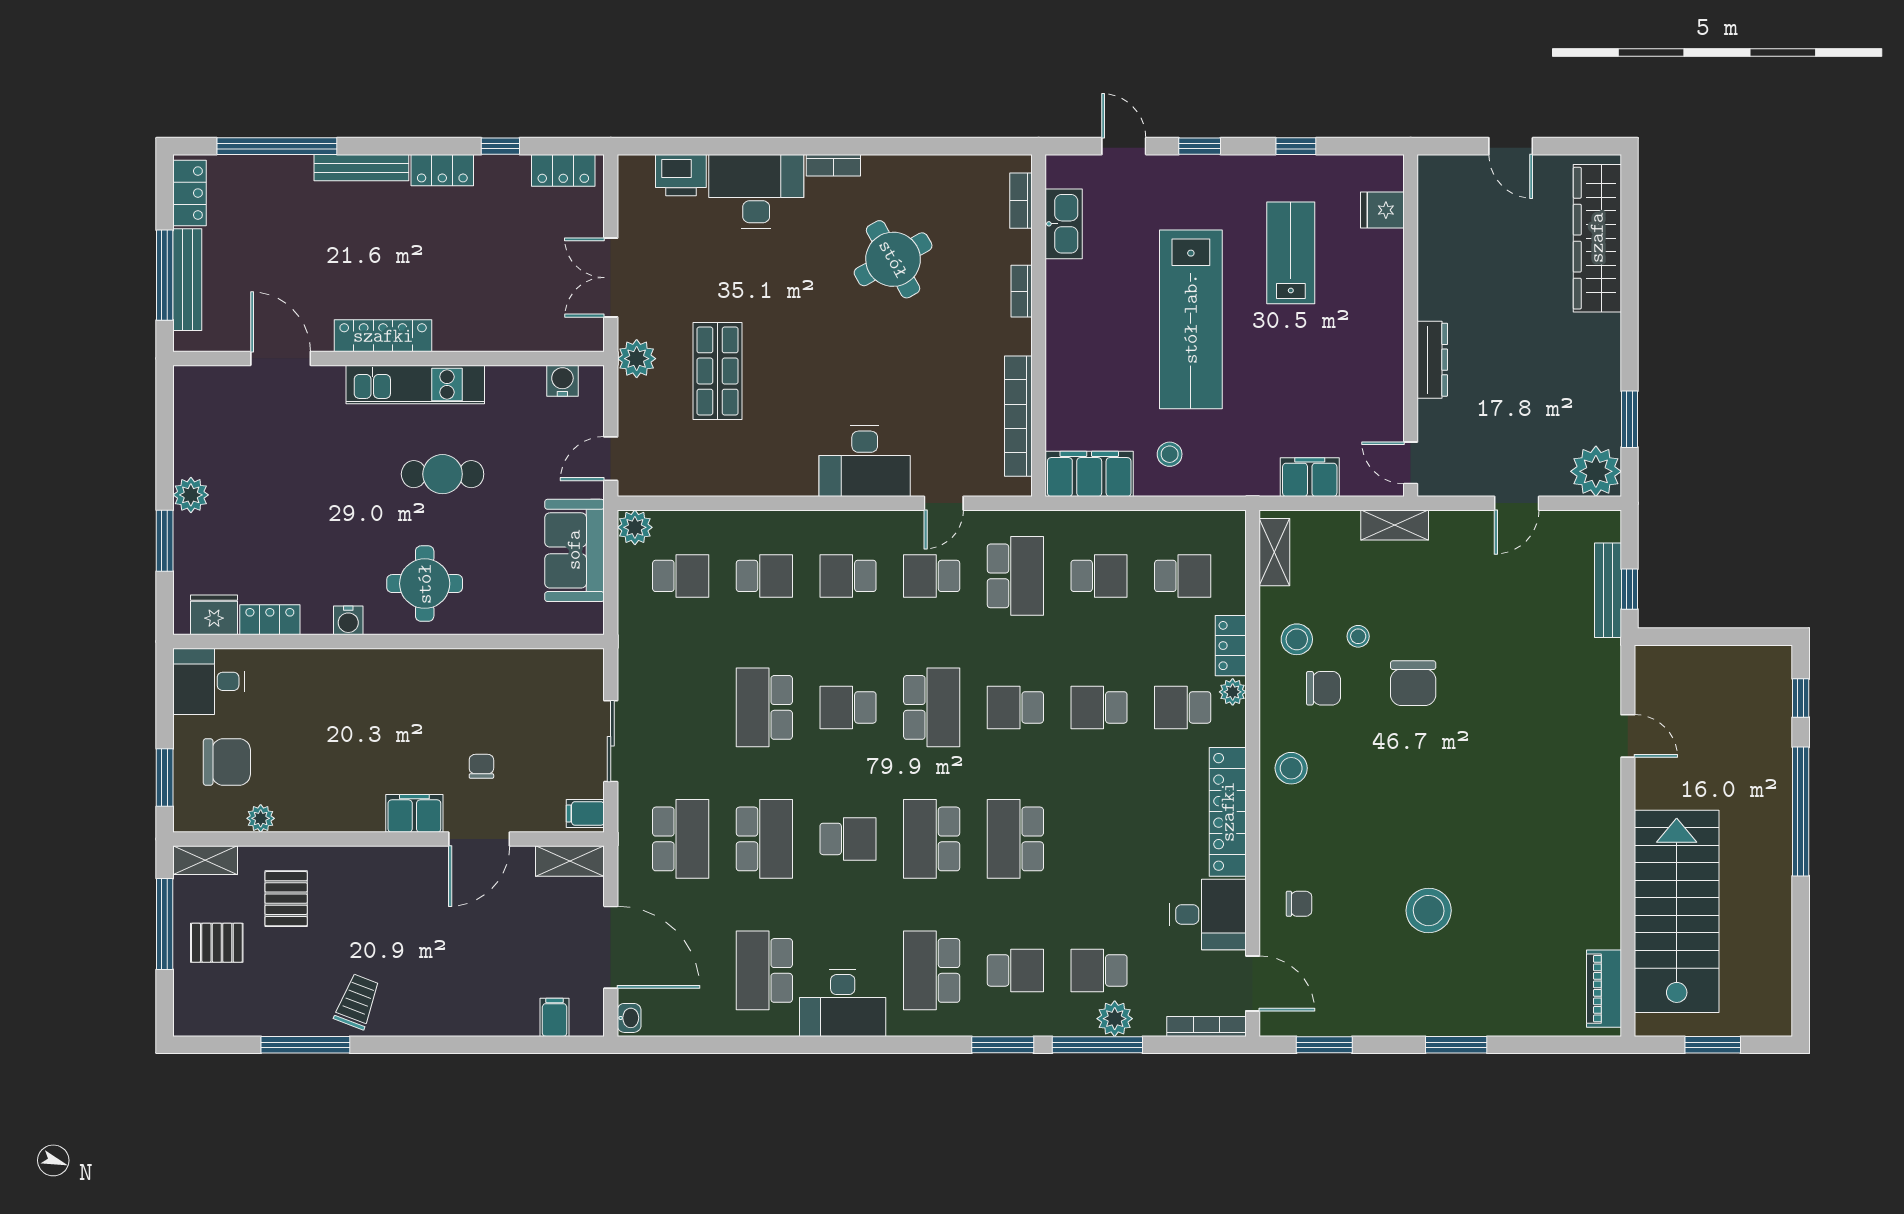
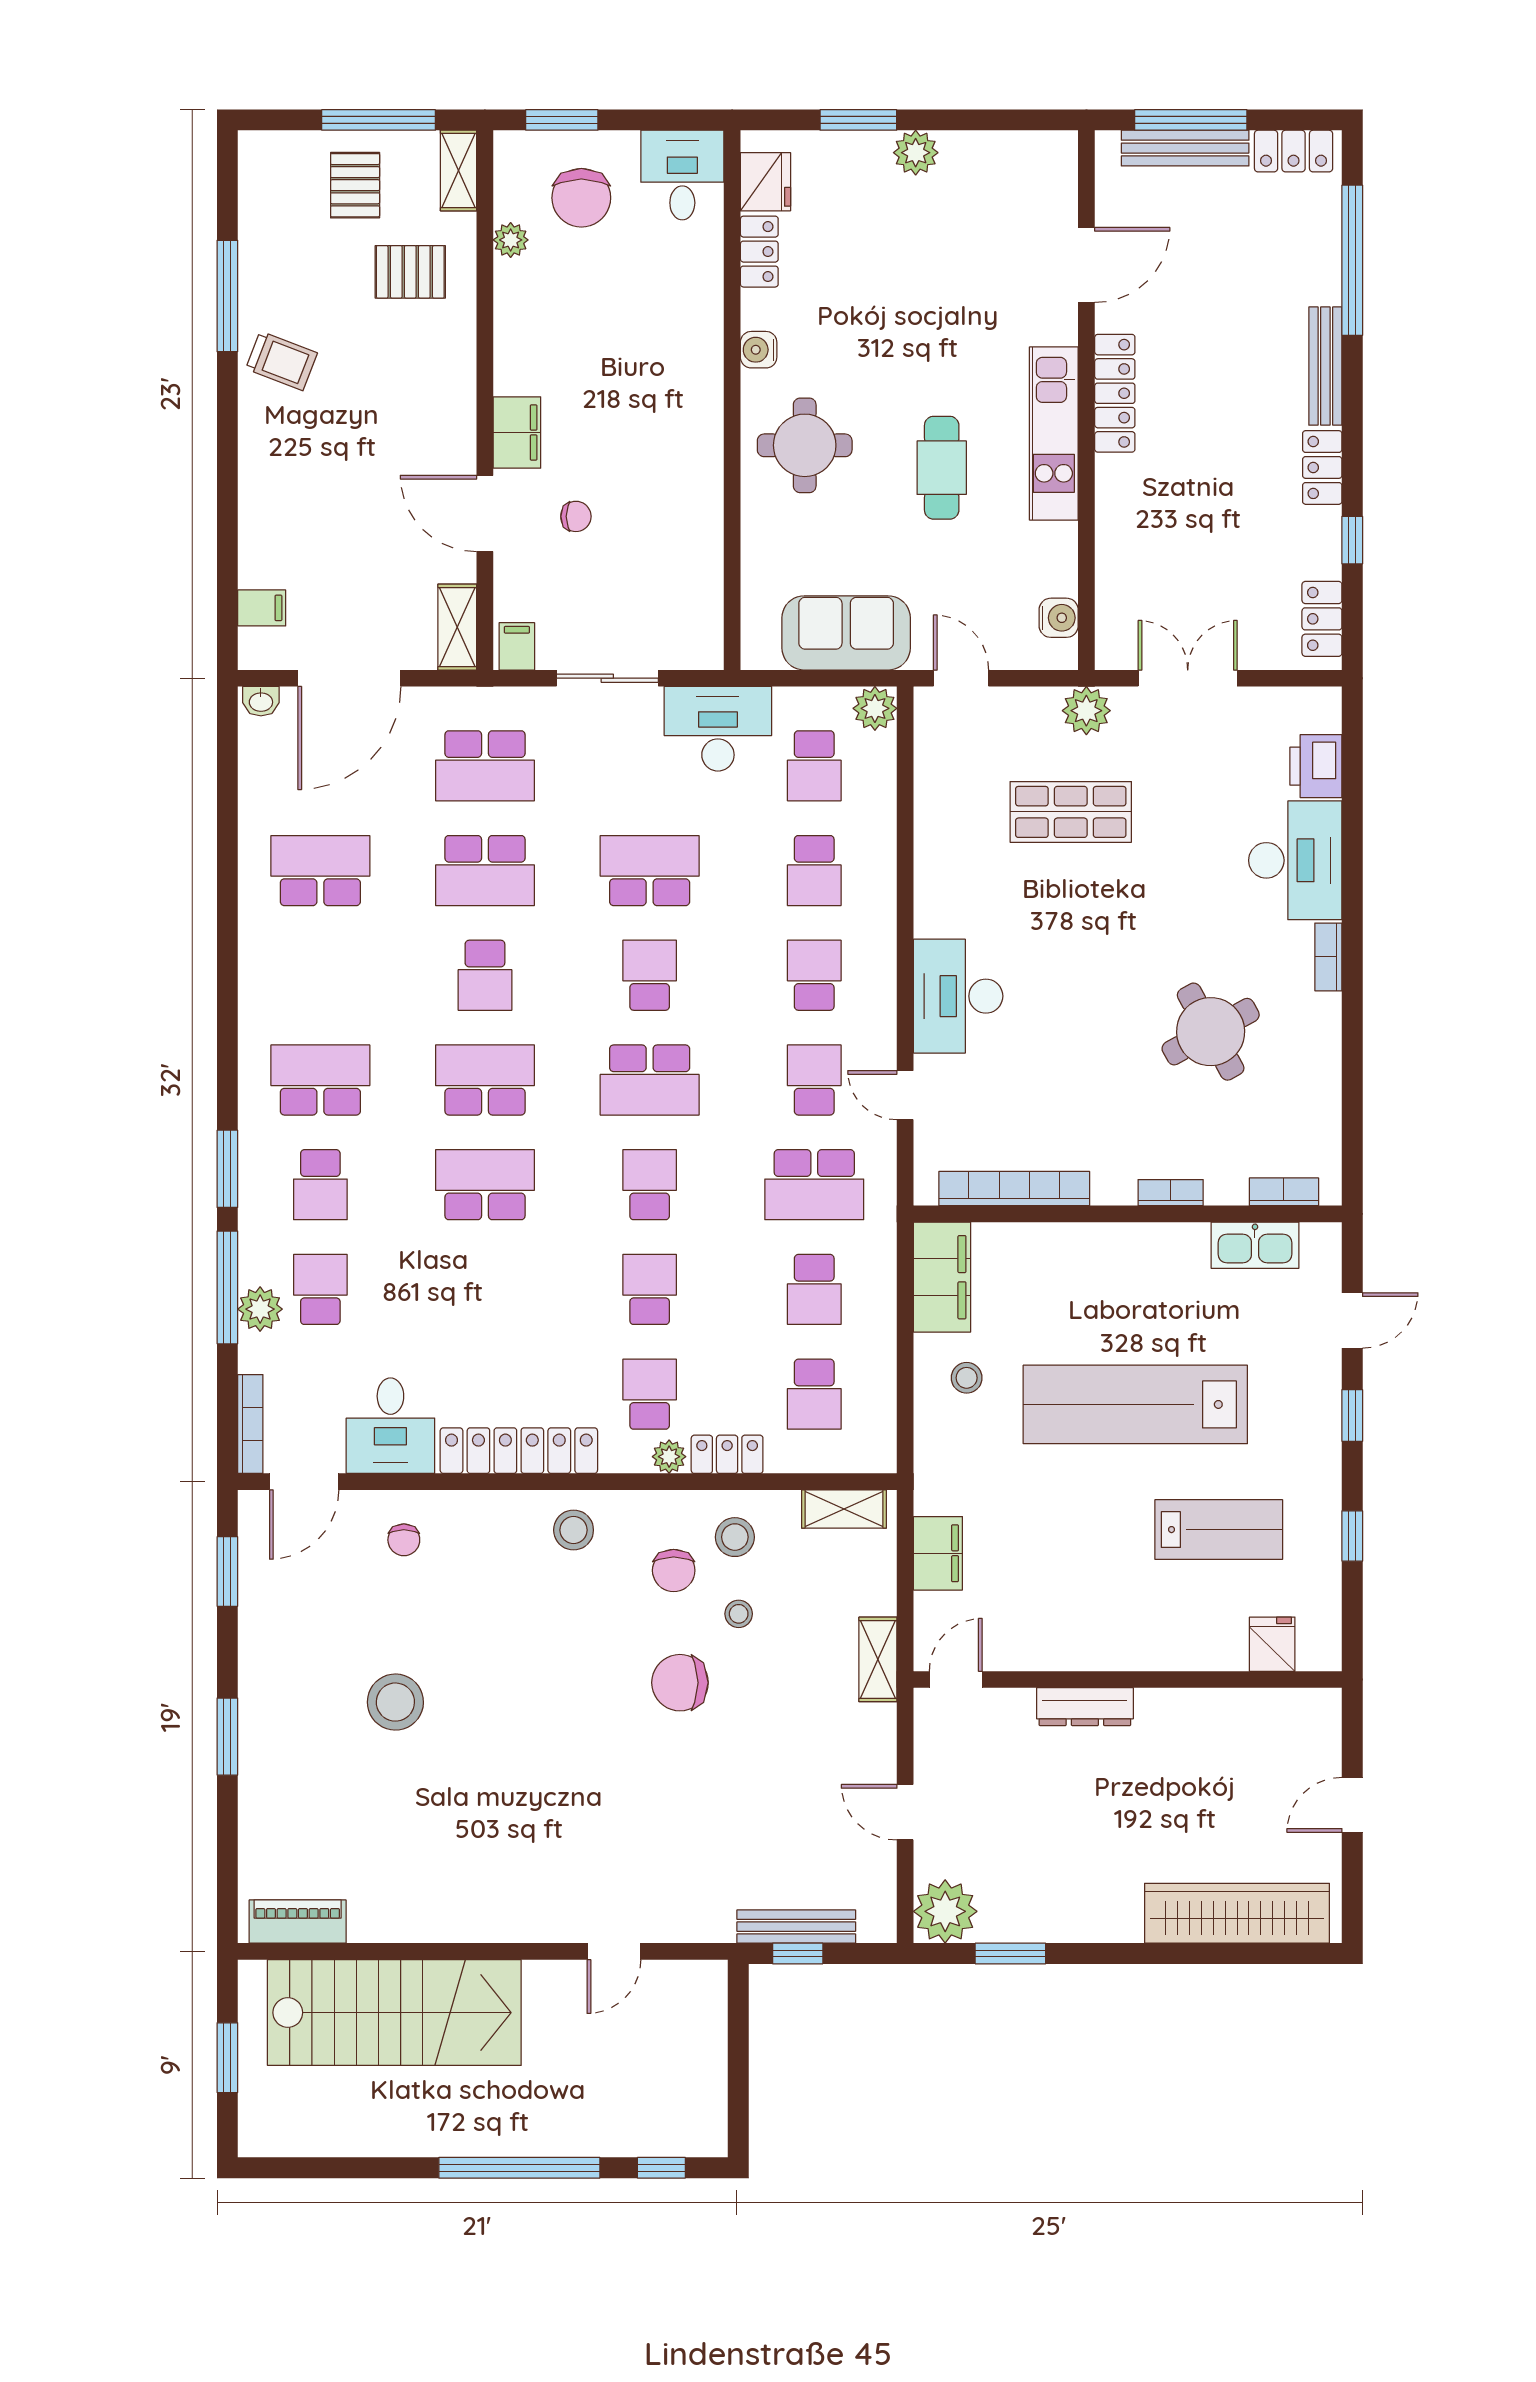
desk: (843, 1003) -> (718, 729), moved, turned 90

